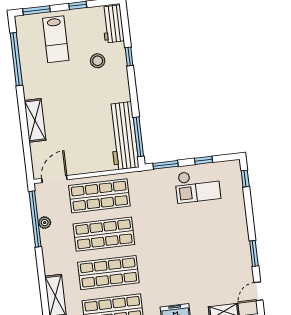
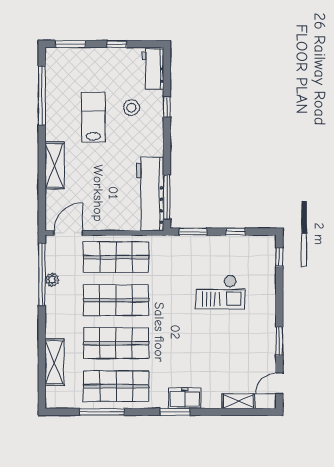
lab bench: (56, 39) -> (93, 117), moved, turned 180
checkout: (198, 186) -> (220, 292), moved

